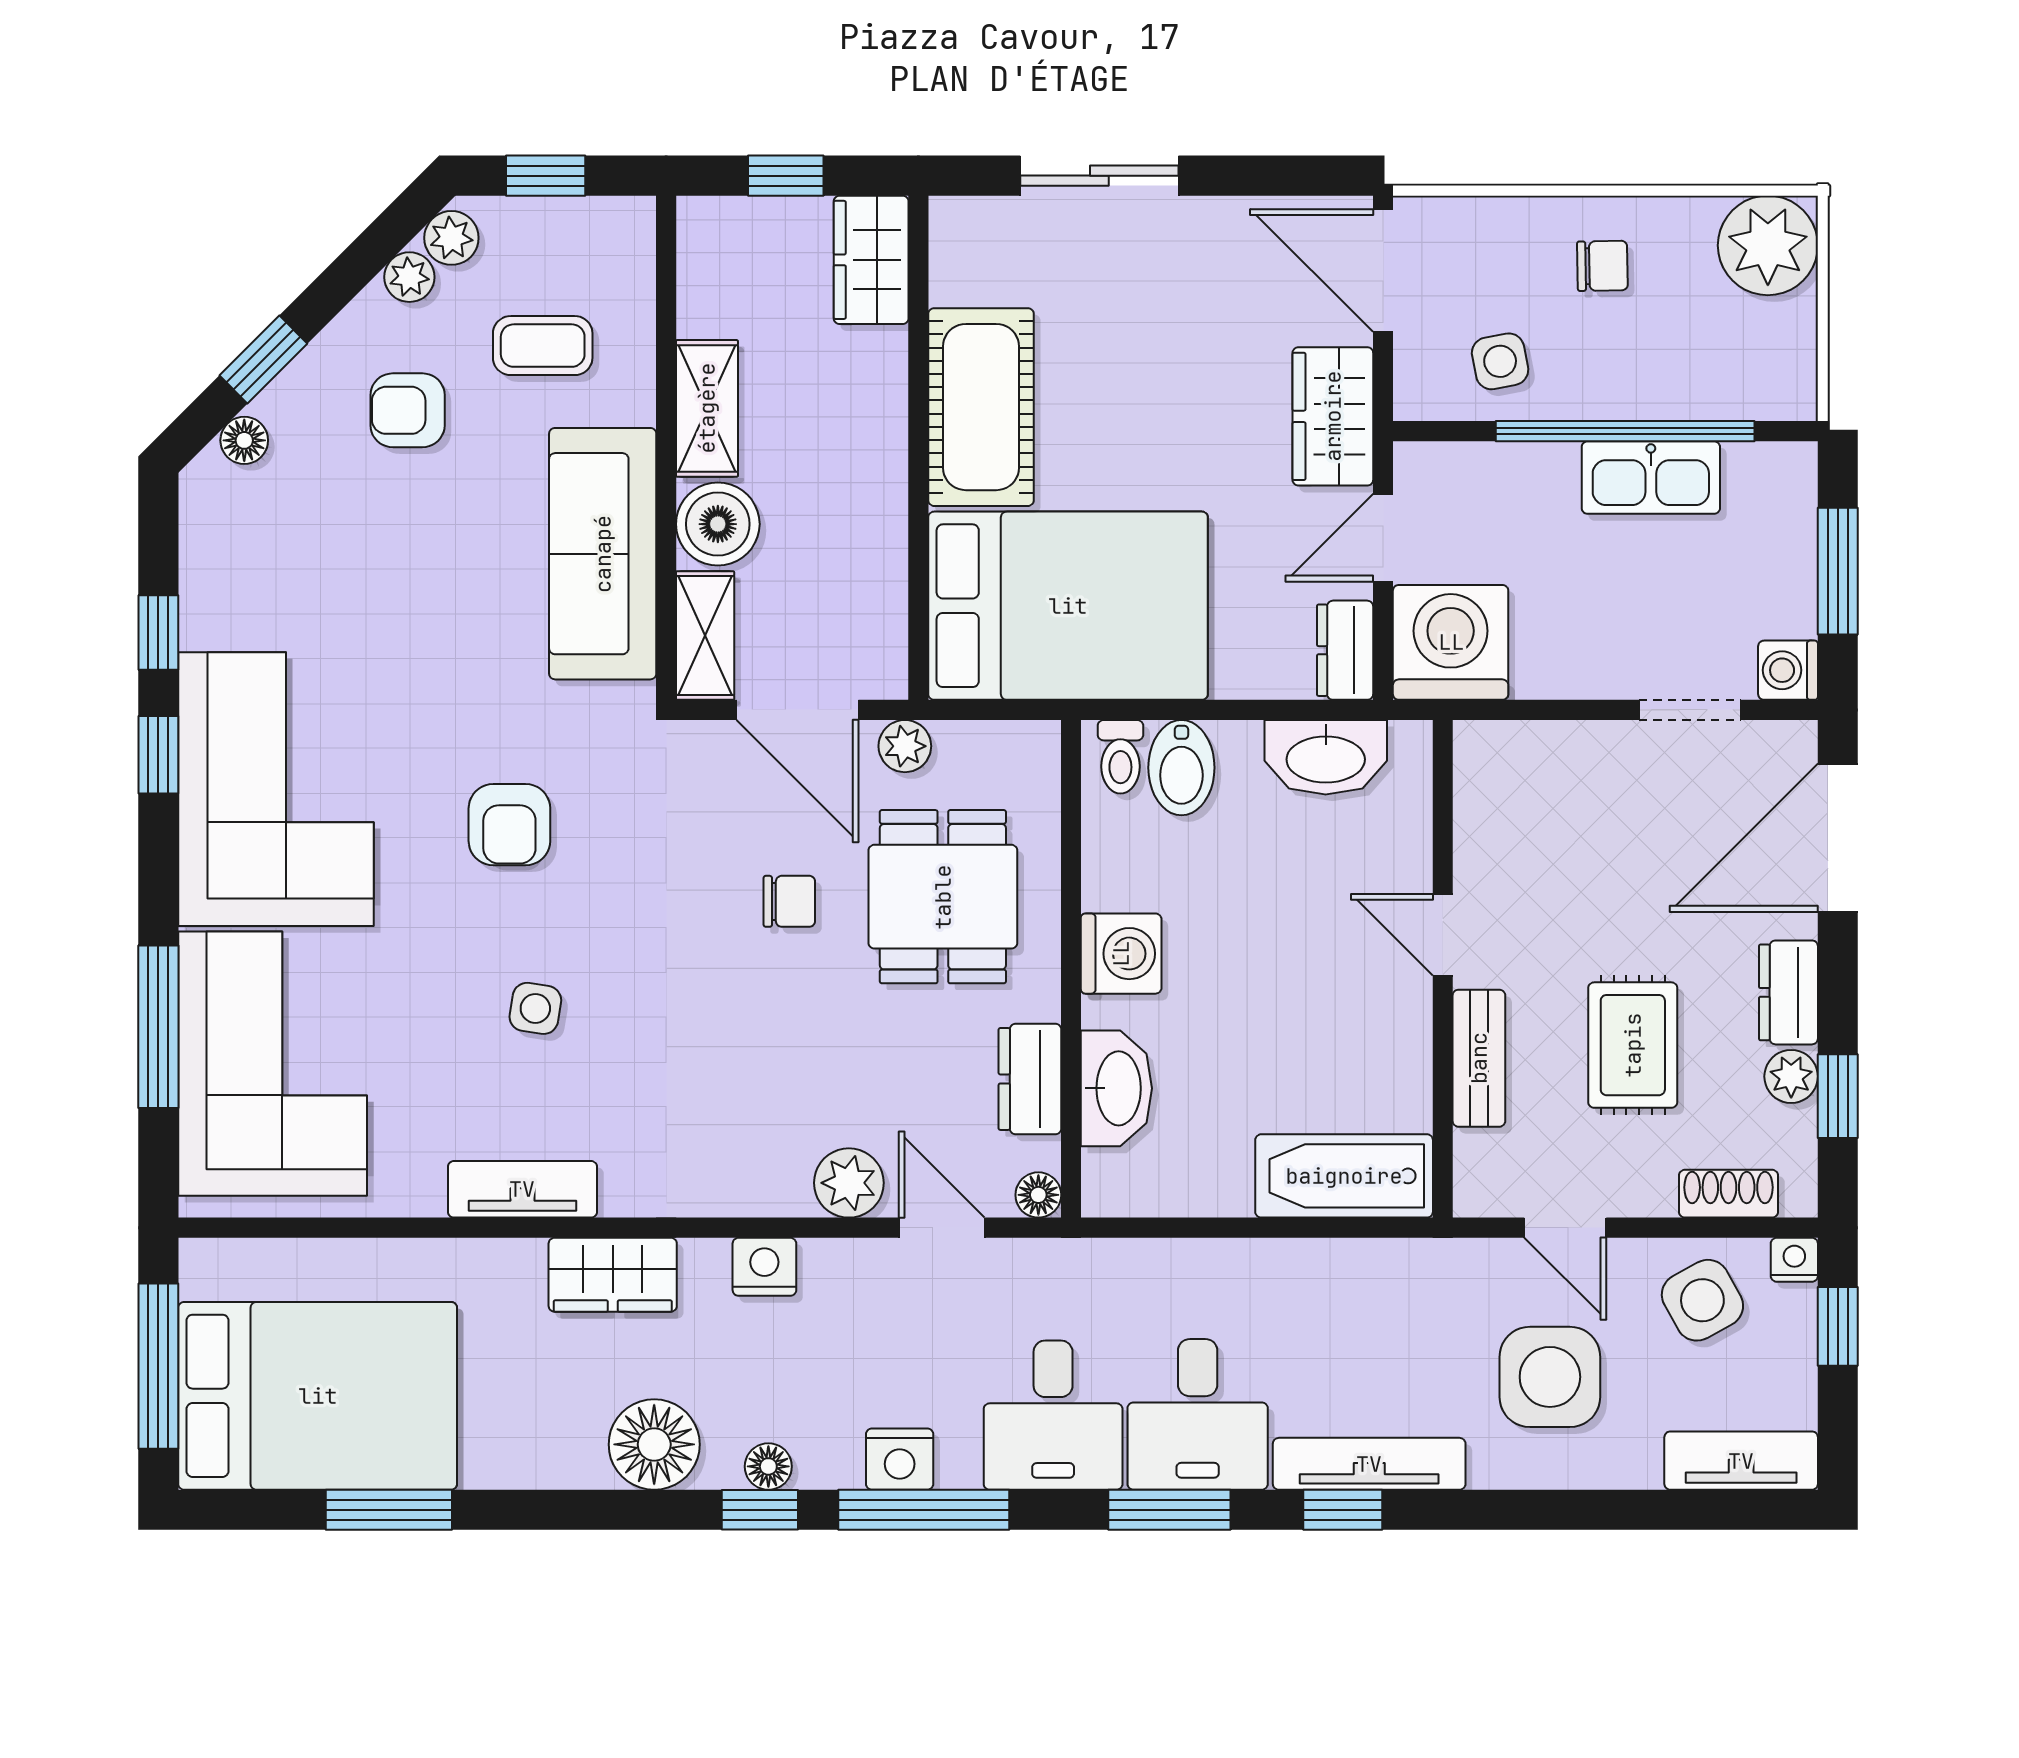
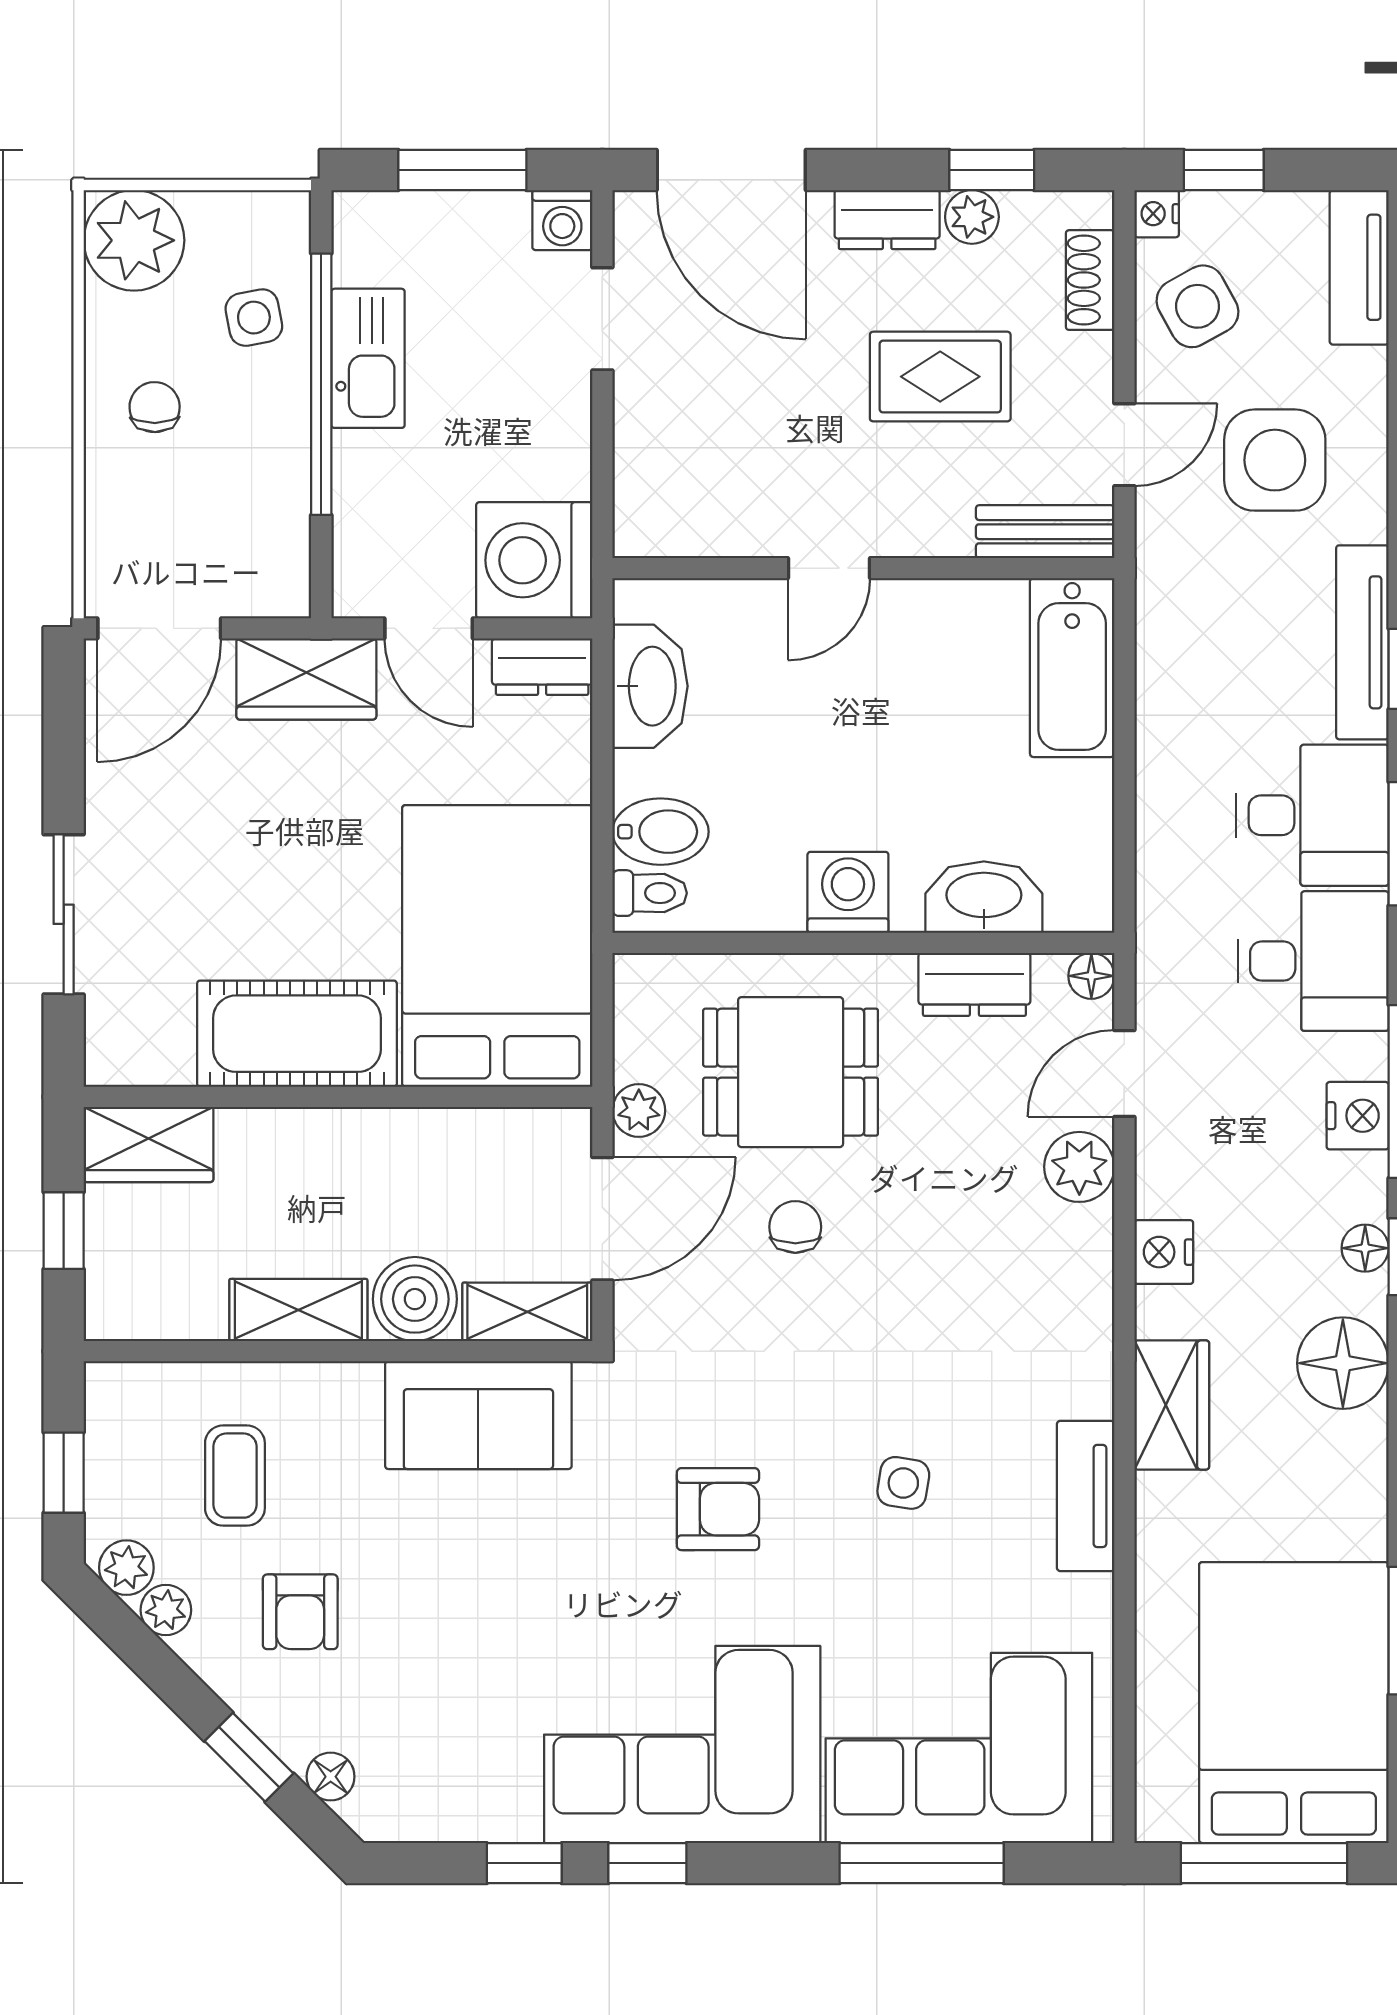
side table: (1500, 361) -> (254, 318), moved
sofa: (603, 554) -> (478, 1415), width x0.73
bench: (1479, 1058) -> (1045, 532), moved

